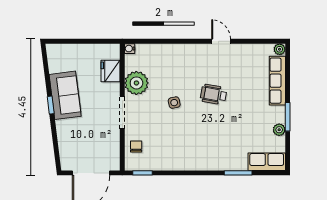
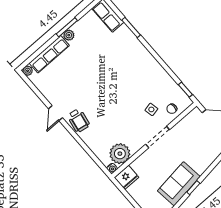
fridge: (111, 71) -> (127, 177), moved
plant: (136, 83) -> (120, 154), moved
wheelchair: (213, 94) -> (78, 120), moved
side table: (174, 103) -> (151, 109), moved
plant: (279, 130) -> (69, 35), moved

